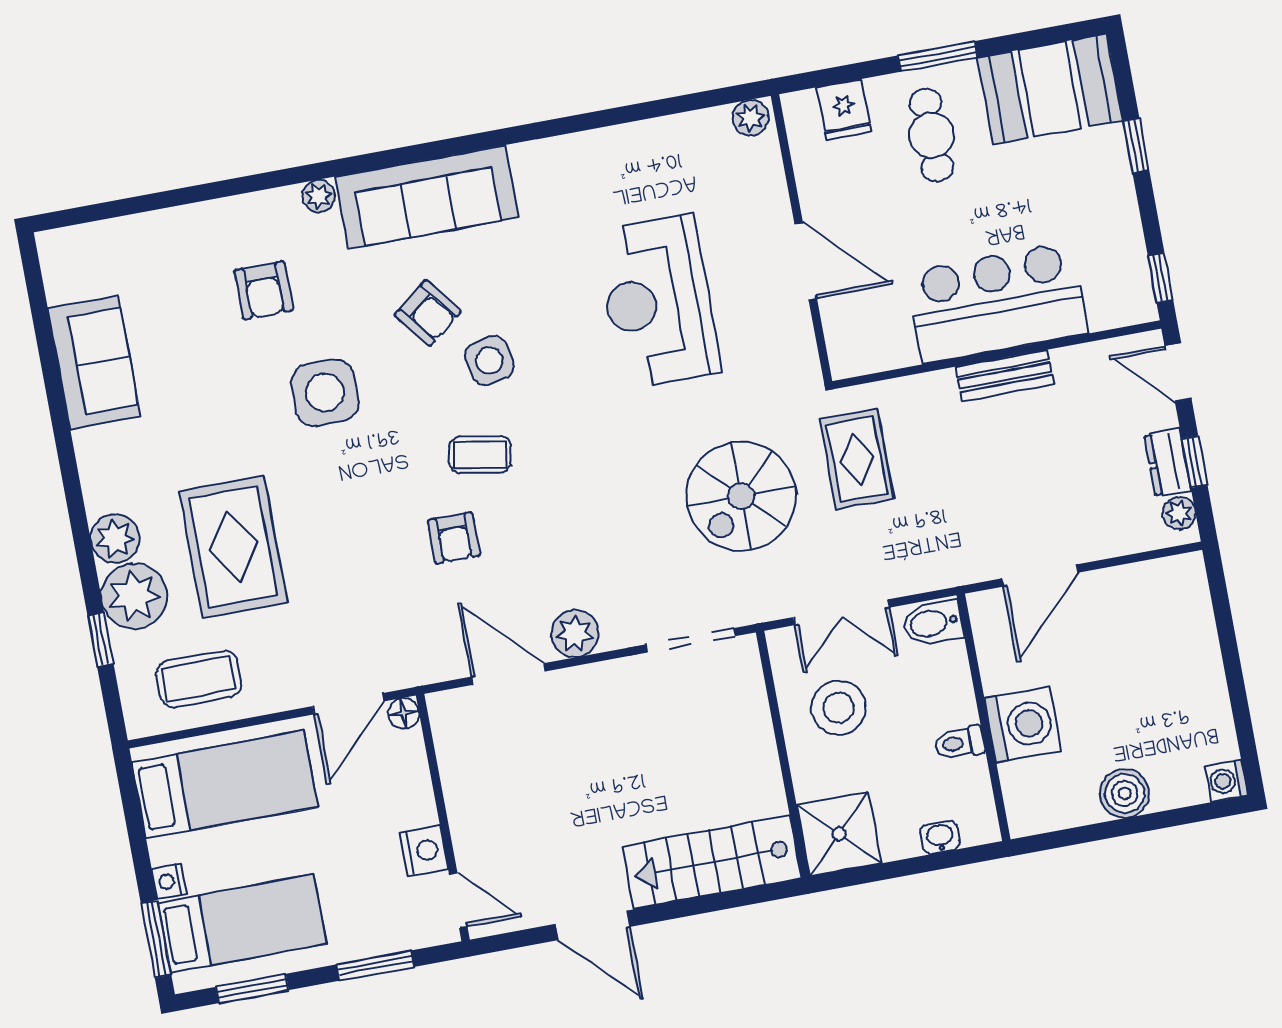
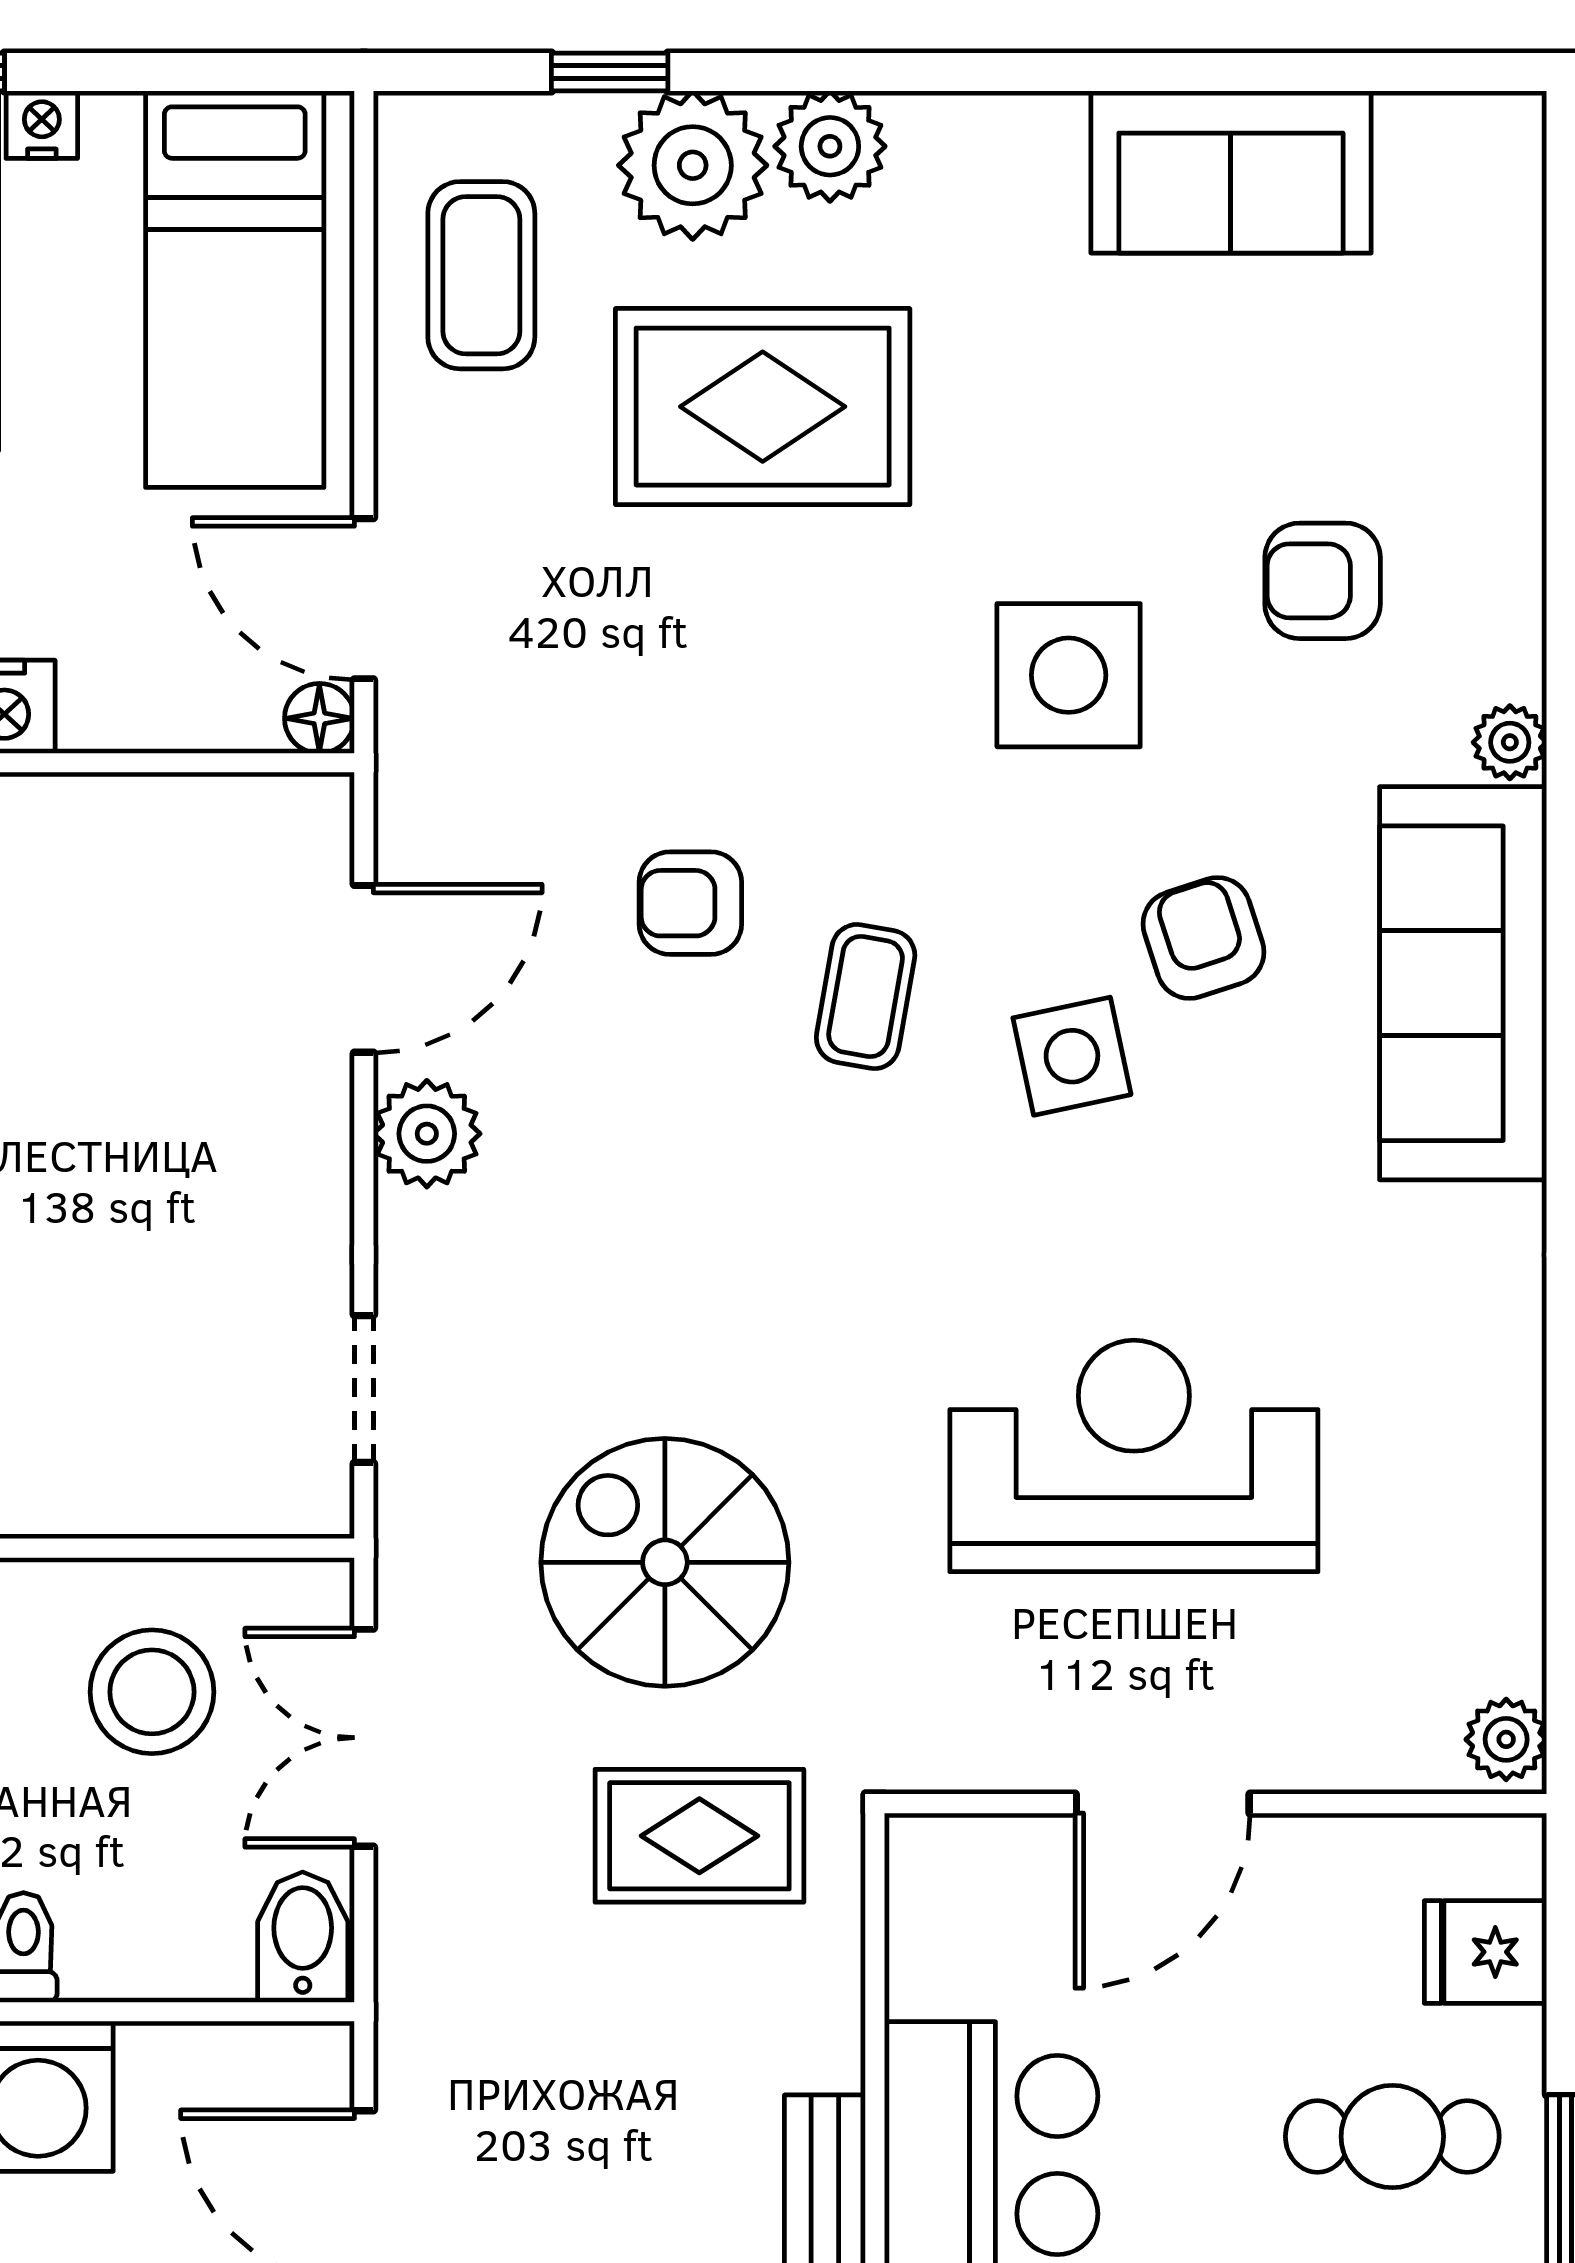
armchair: (428, 313) -> (1204, 938), turned 110
doorway: (690, 640) -> (364, 1389), width x0.73

